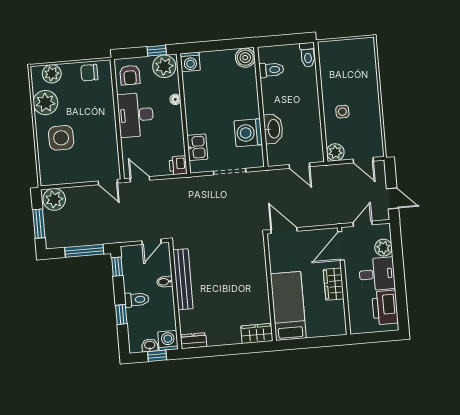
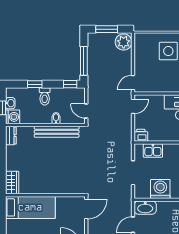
washbasin: (273, 129) -> (145, 208), moved

